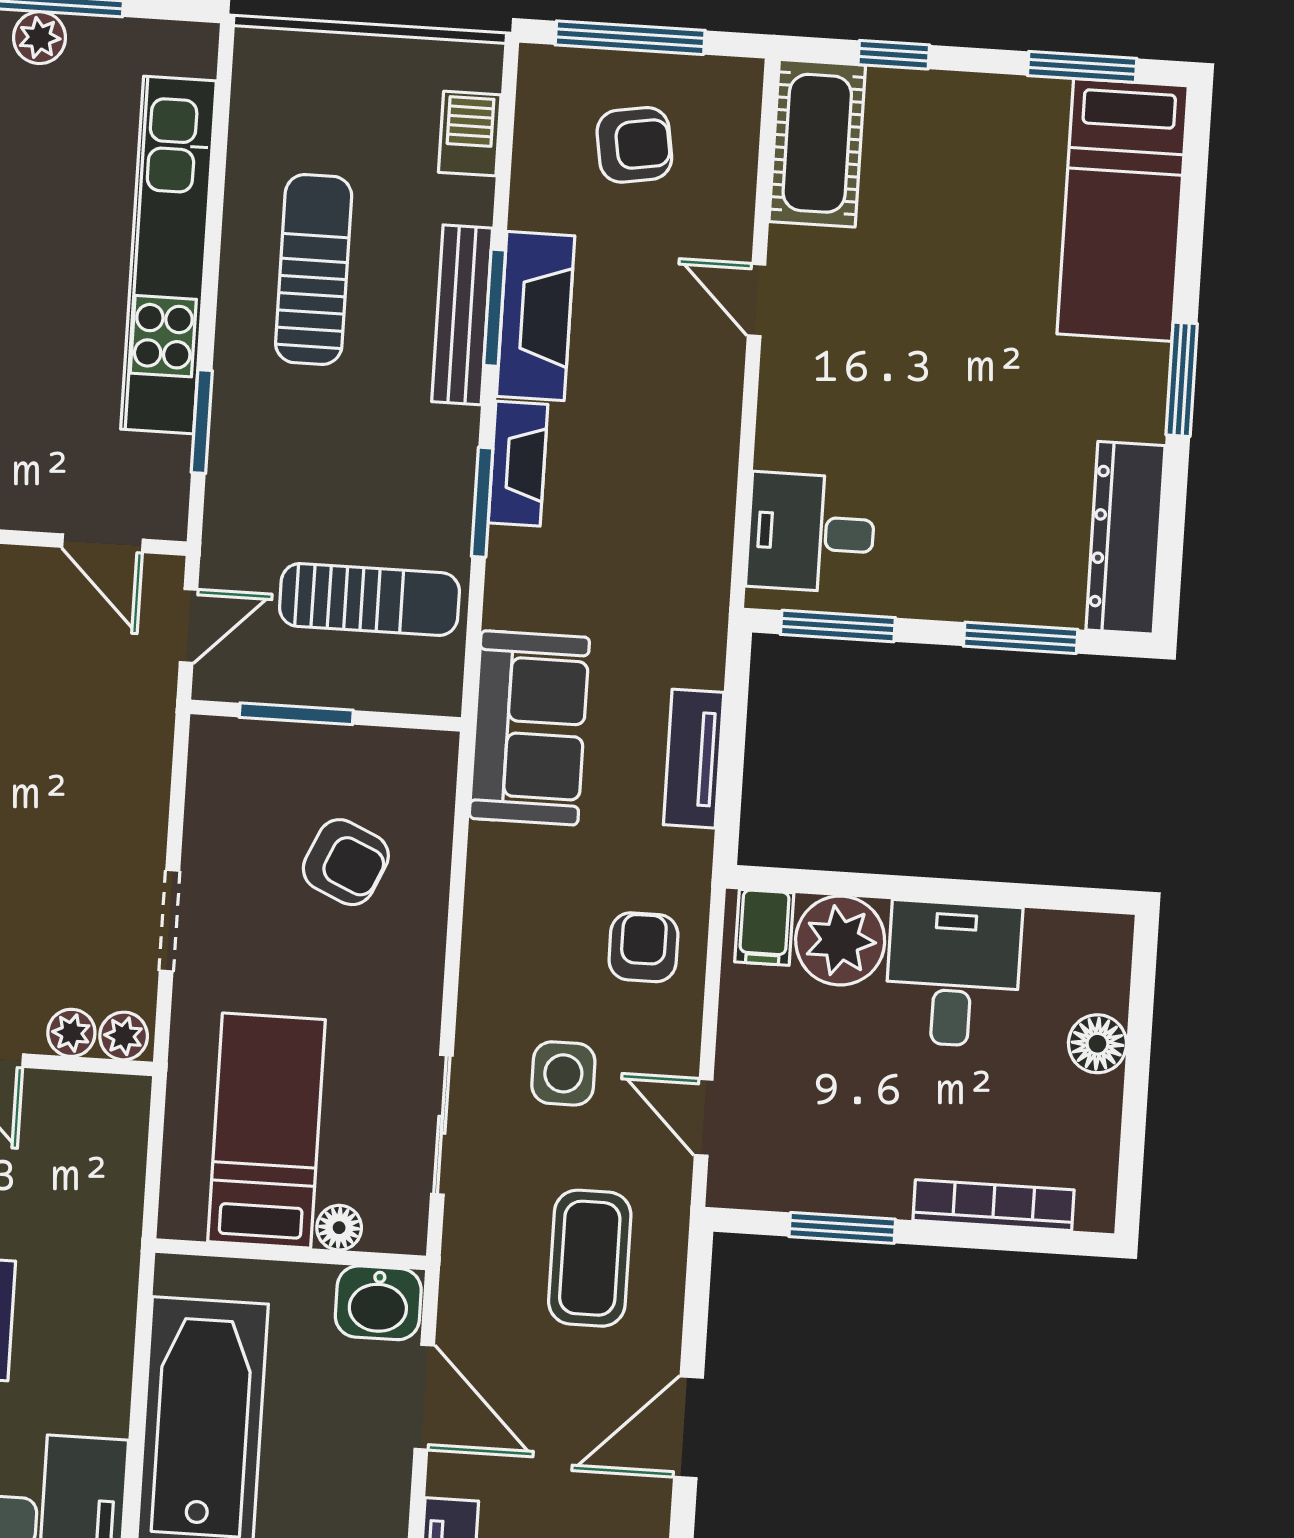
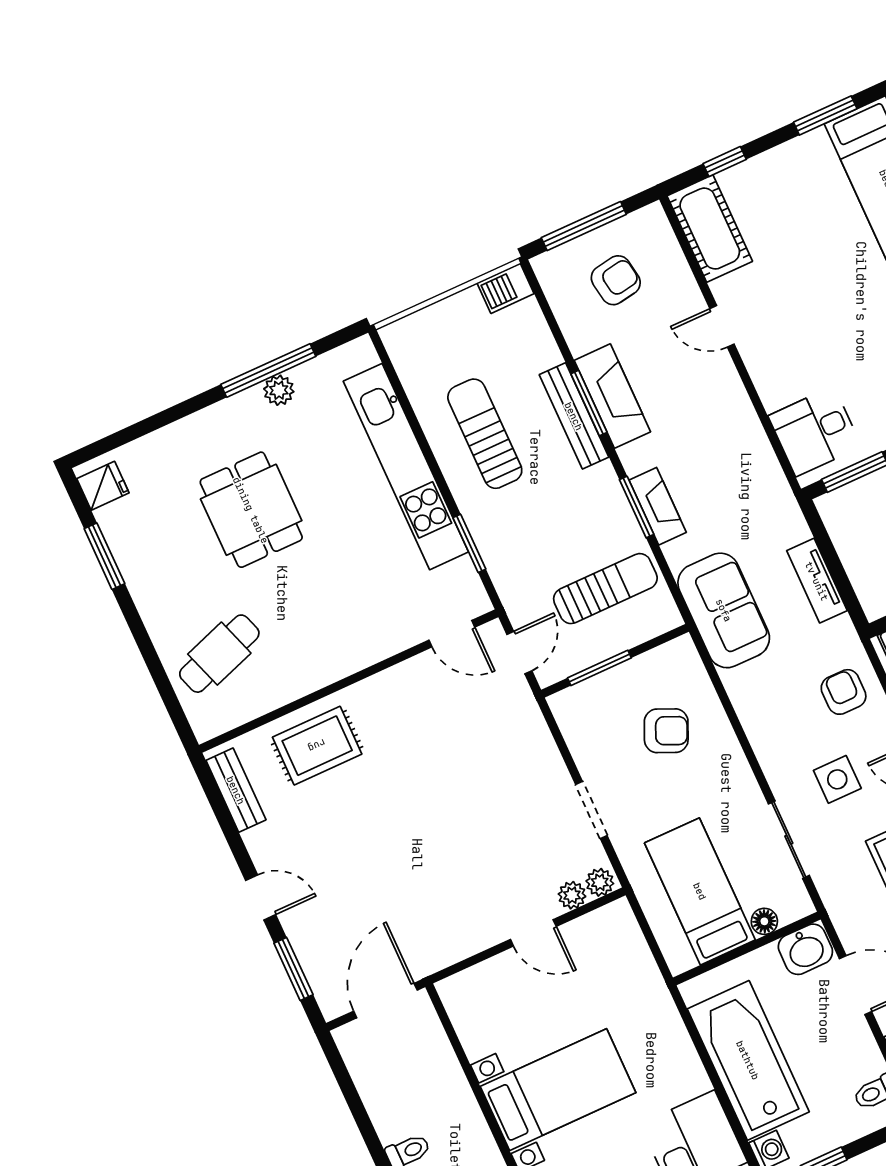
barbecue: (470, 134) -> (506, 288), moved, turned -90
fireplace: (518, 464) -> (658, 506), moved

